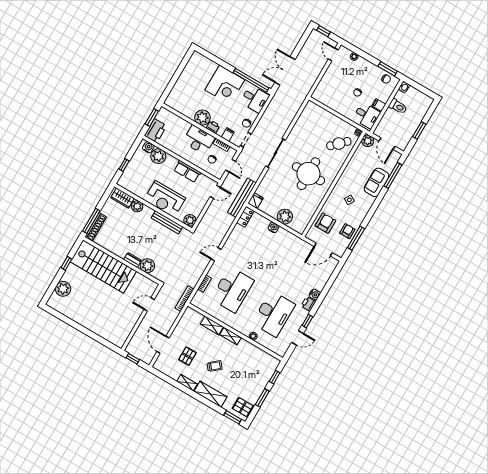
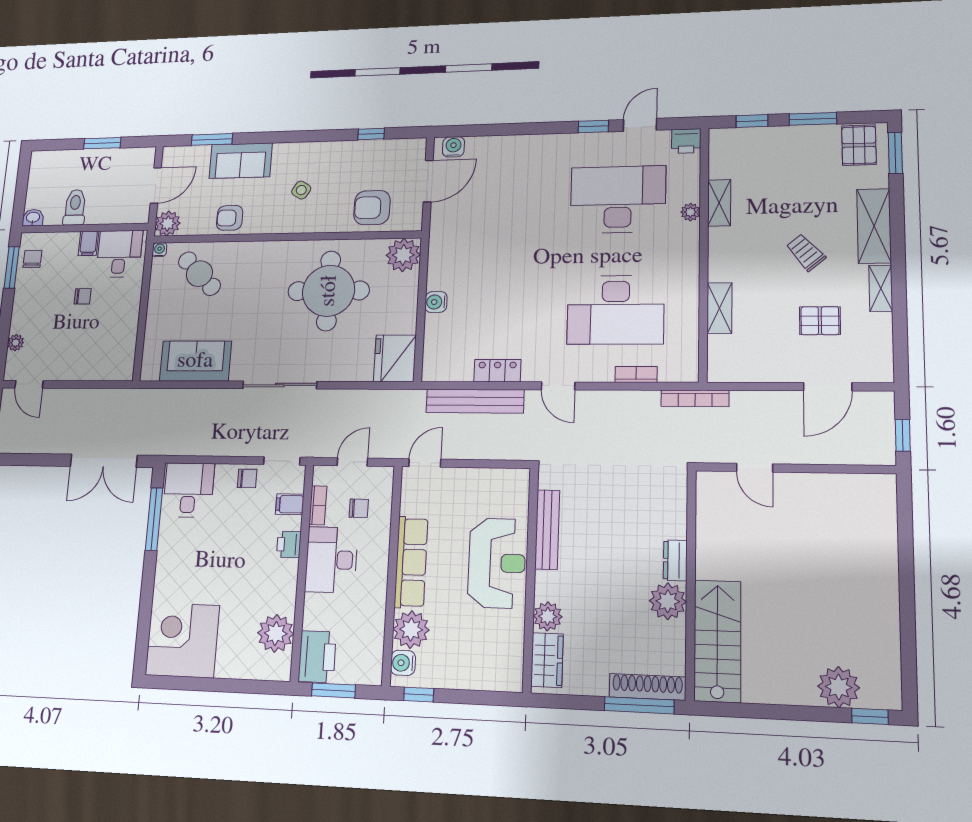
door: (333, 55) -> (29, 384), hinge flipped
window: (251, 80) -> (154, 519), width x0.68
corner desk: (225, 85) -> (182, 640), moved, turned -90
plant: (202, 118) -> (276, 633), moved
sofa: (304, 125) -> (195, 361), added
printer: (155, 131) -> (317, 657), moved, turned 90
window: (124, 165) -> (419, 695), moved
row of seats: (187, 171) -> (411, 562), width x1.48
round table: (308, 174) -> (329, 291), moved
window: (393, 175) -> (212, 139), width x0.69
door: (215, 192) -> (425, 463), hinge flipped
bench: (242, 198) -> (475, 401), moved
fridge: (256, 201) -> (395, 358), width x1.88, depth x1.34
locker: (245, 217) -> (497, 371), moved
plant: (285, 217) -> (403, 255), moved
plant: (190, 220) -> (515, 482), removed
armchair: (347, 231) -> (230, 218), moved
window: (356, 238) -> (371, 134), width x0.46
door: (323, 250) -> (428, 181), hinge flipped
window: (66, 263) -> (870, 716), moved
plant: (147, 266) -> (668, 601), moved
stairs: (103, 267) -> (717, 641), width x0.73, depth x0.66
desk: (232, 290) -> (616, 310), turned 180
water cooler: (315, 294) -> (453, 147), moved
printer: (308, 304) -> (686, 141), moved
shelving: (230, 336) -> (719, 203), moved
door: (298, 338) -> (640, 125), hinge flipped

